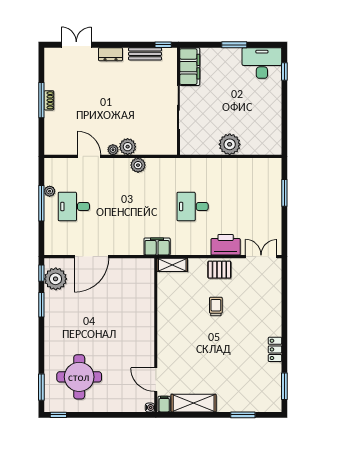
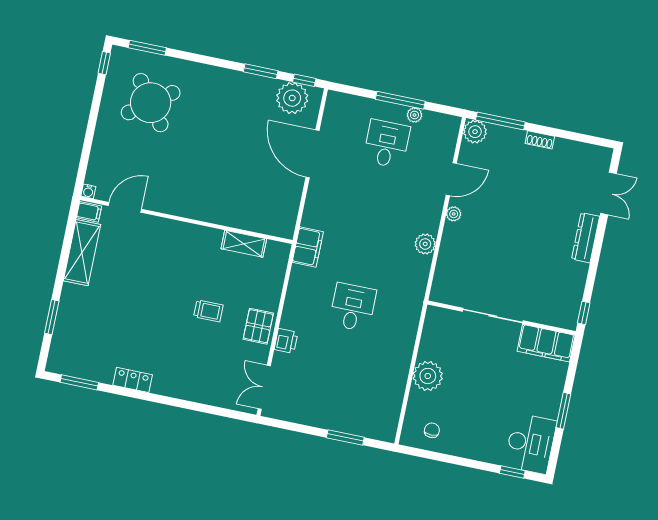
dresser: (111, 54) -> (586, 238), width x1.44
bench: (145, 54) -> (576, 285), removed
window: (41, 100) -> (500, 121), moved
chair: (267, 134) -> (432, 430), added
plant: (128, 147) -> (475, 132), moved
printer: (226, 245) -> (286, 341), width x0.53, depth x0.68
double door: (261, 257) -> (264, 387), swing flipped
shelving: (172, 265) -> (244, 244), moved, turned 90
round table: (79, 377) -> (151, 103), turned -36

